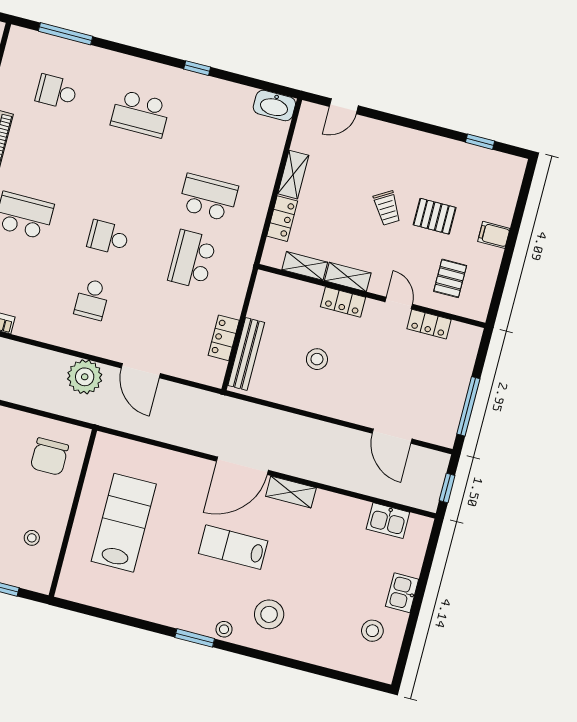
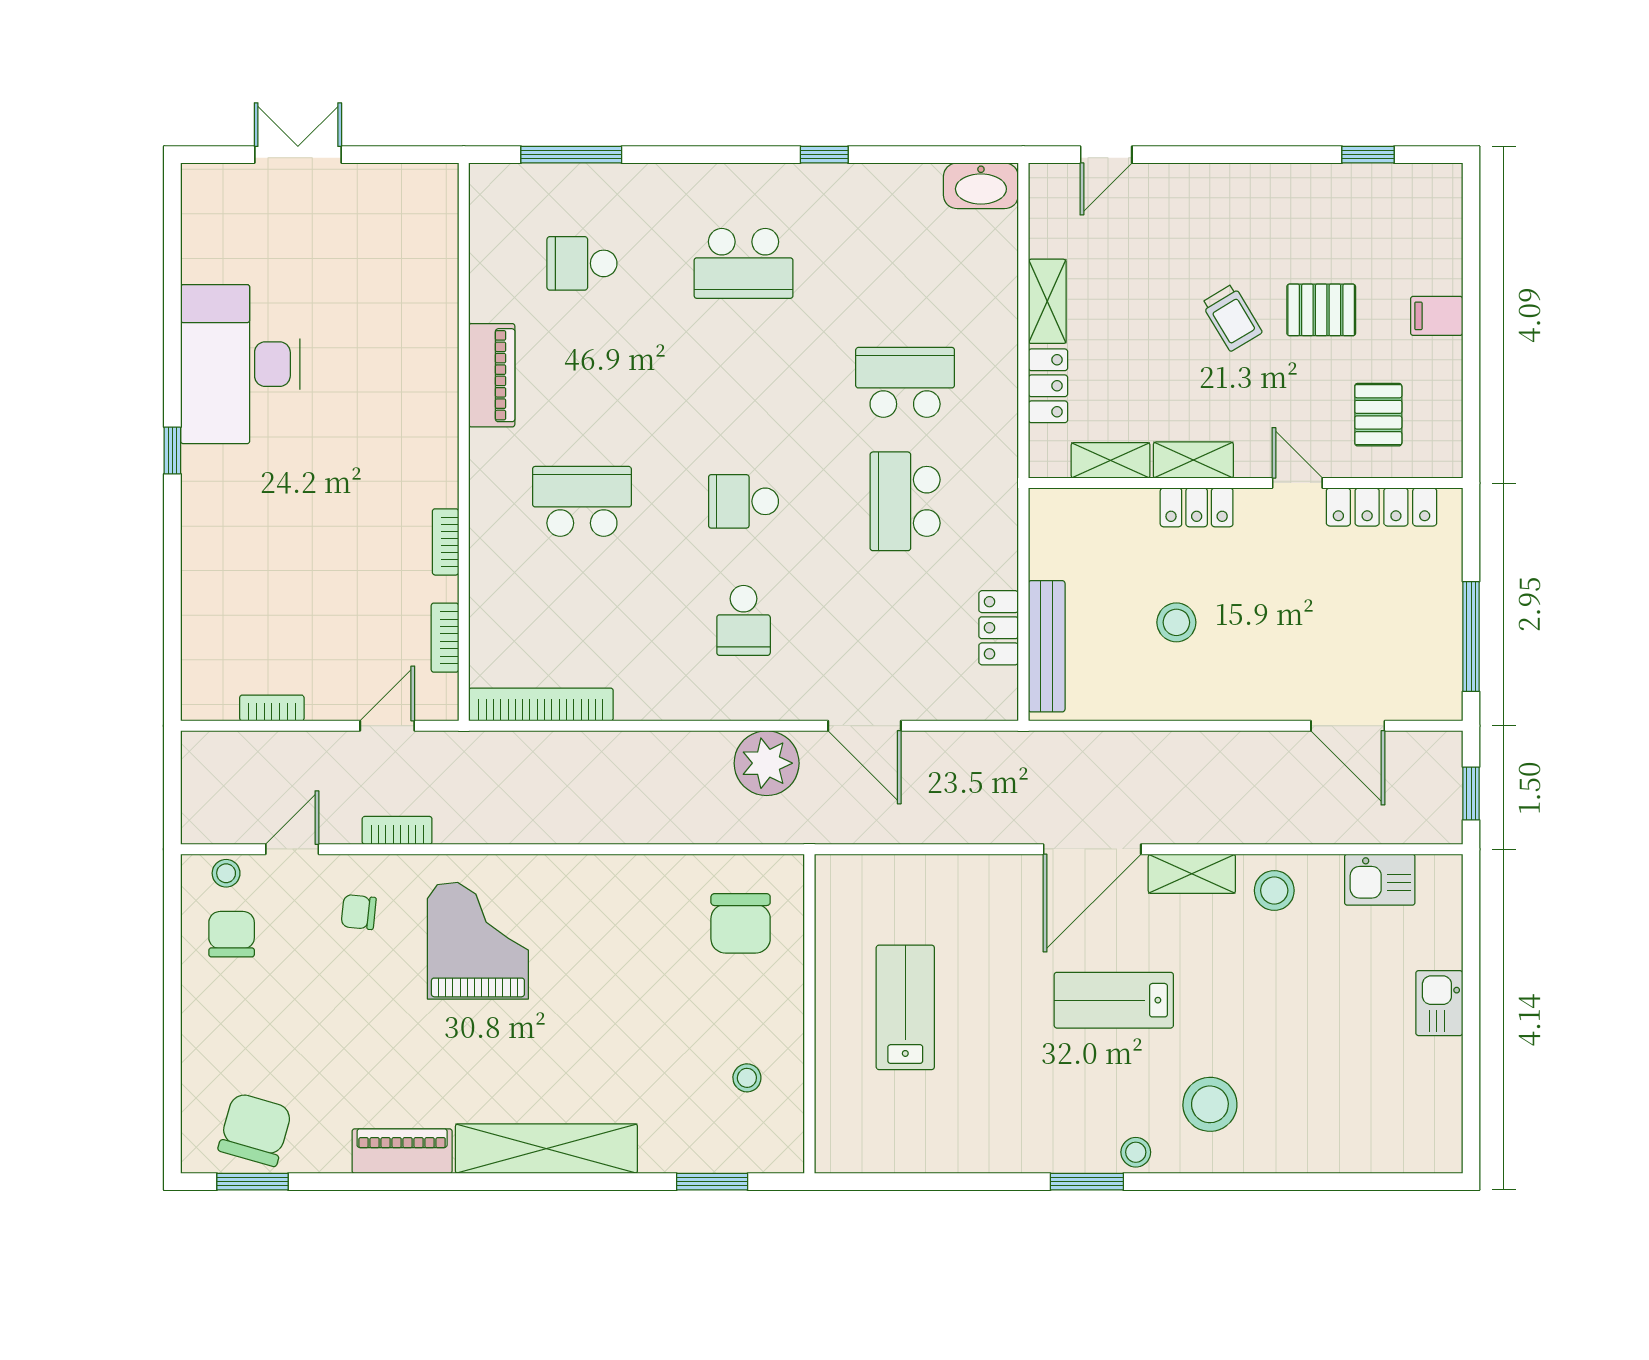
locker: (429, 324) -> (1382, 507), width x1.53
lab bench: (124, 523) -> (905, 1007), width x0.73, depth x0.72
stool: (372, 631) -> (1274, 890), moved

